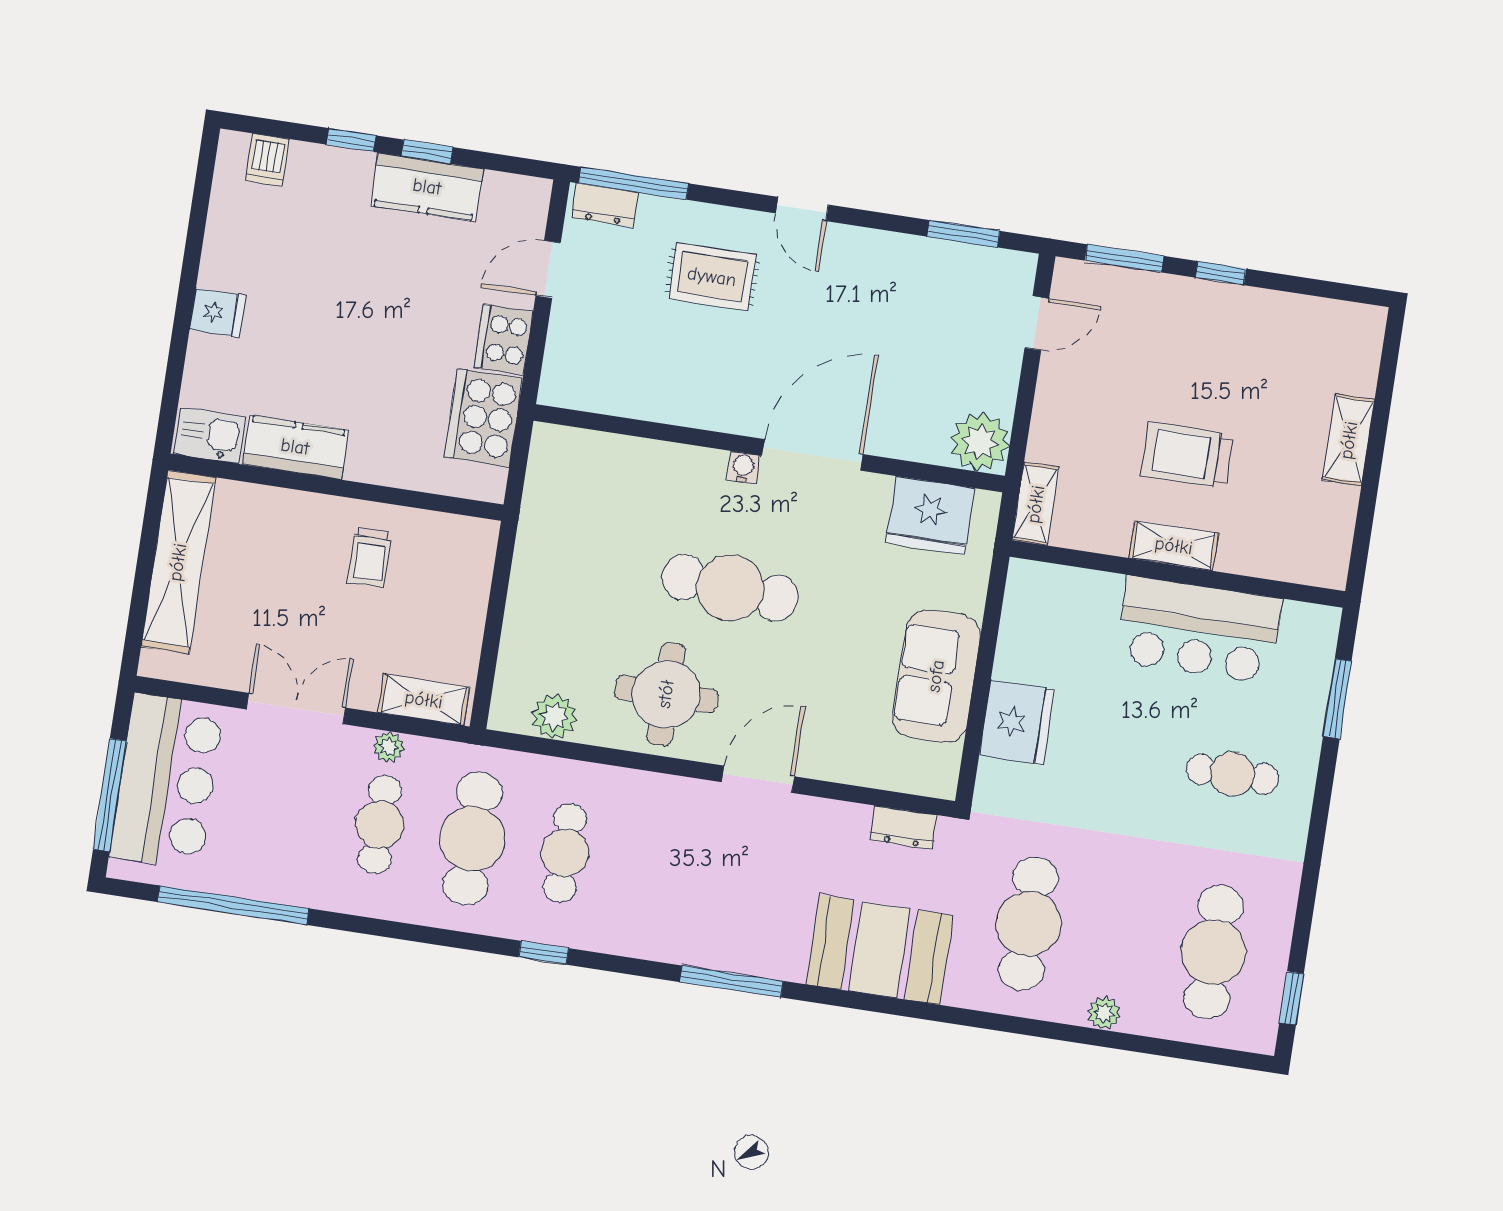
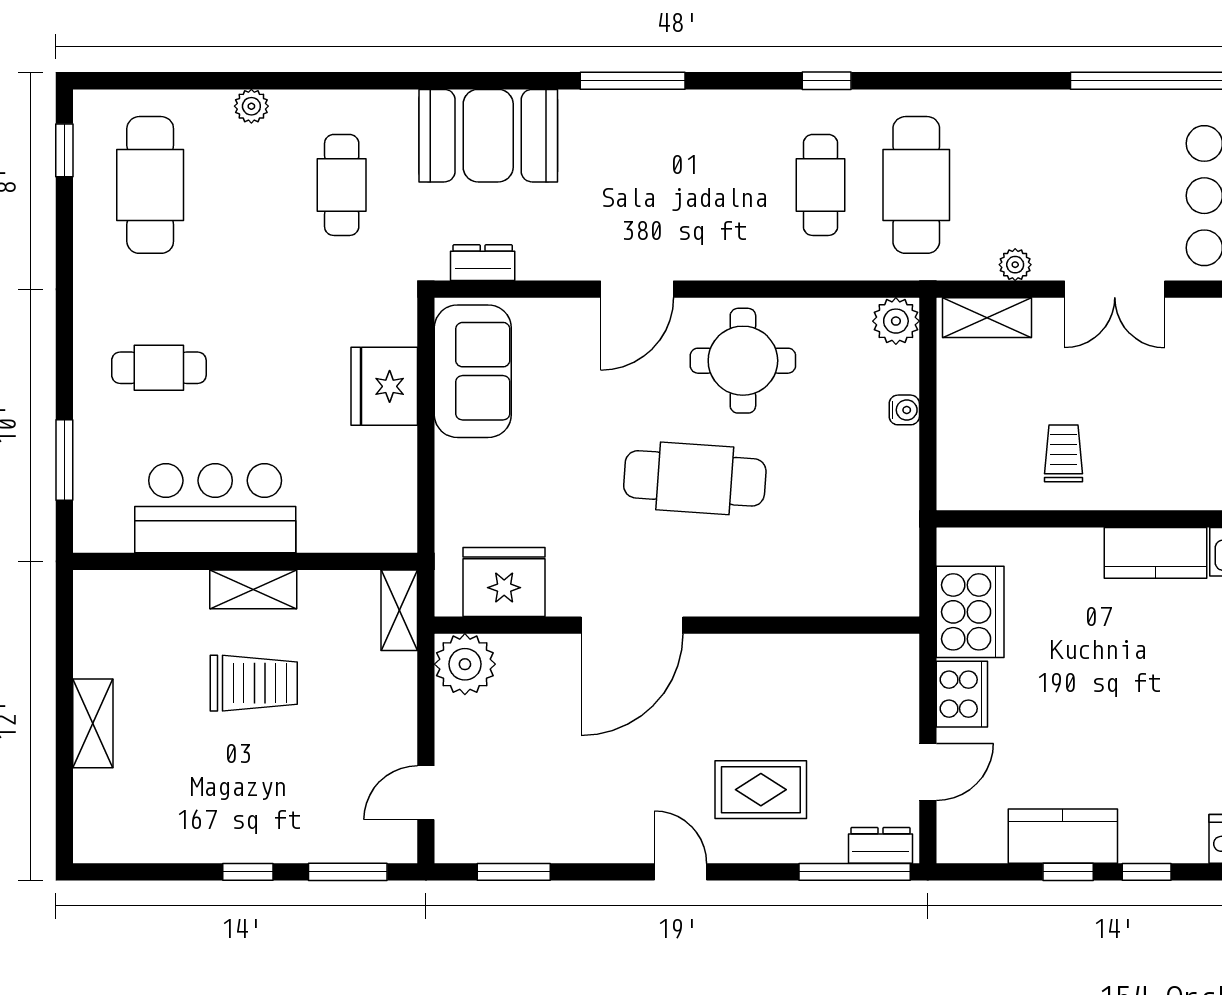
water cooler: (743, 468) -> (904, 410), moved, turned -90
sofa: (936, 676) -> (473, 371), moved
plant: (554, 717) -> (896, 321), moved
cafe table: (380, 825) -> (1012, 185), removed
cafe table: (1028, 924) -> (342, 185), width x0.73, depth x0.74

